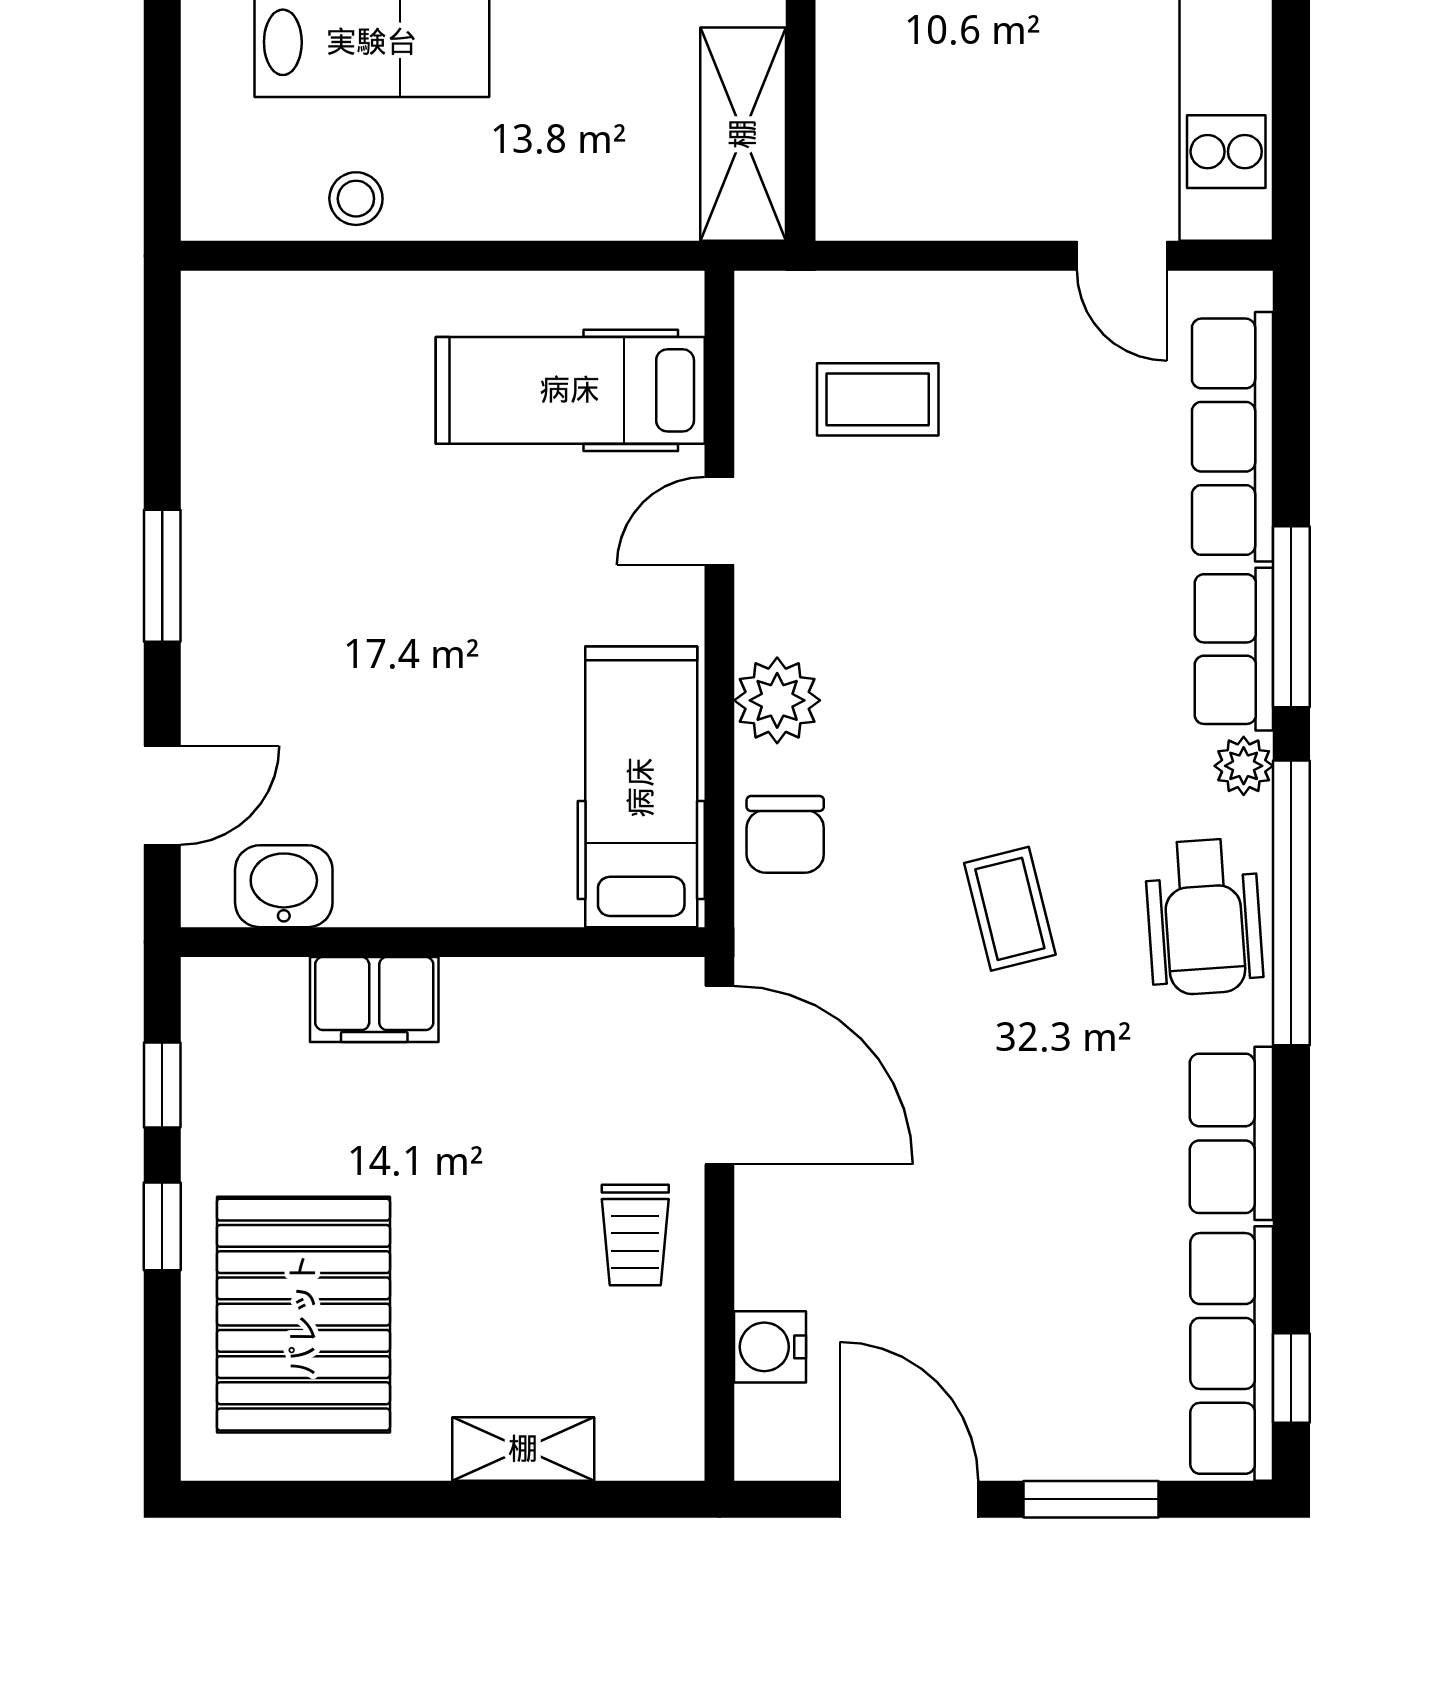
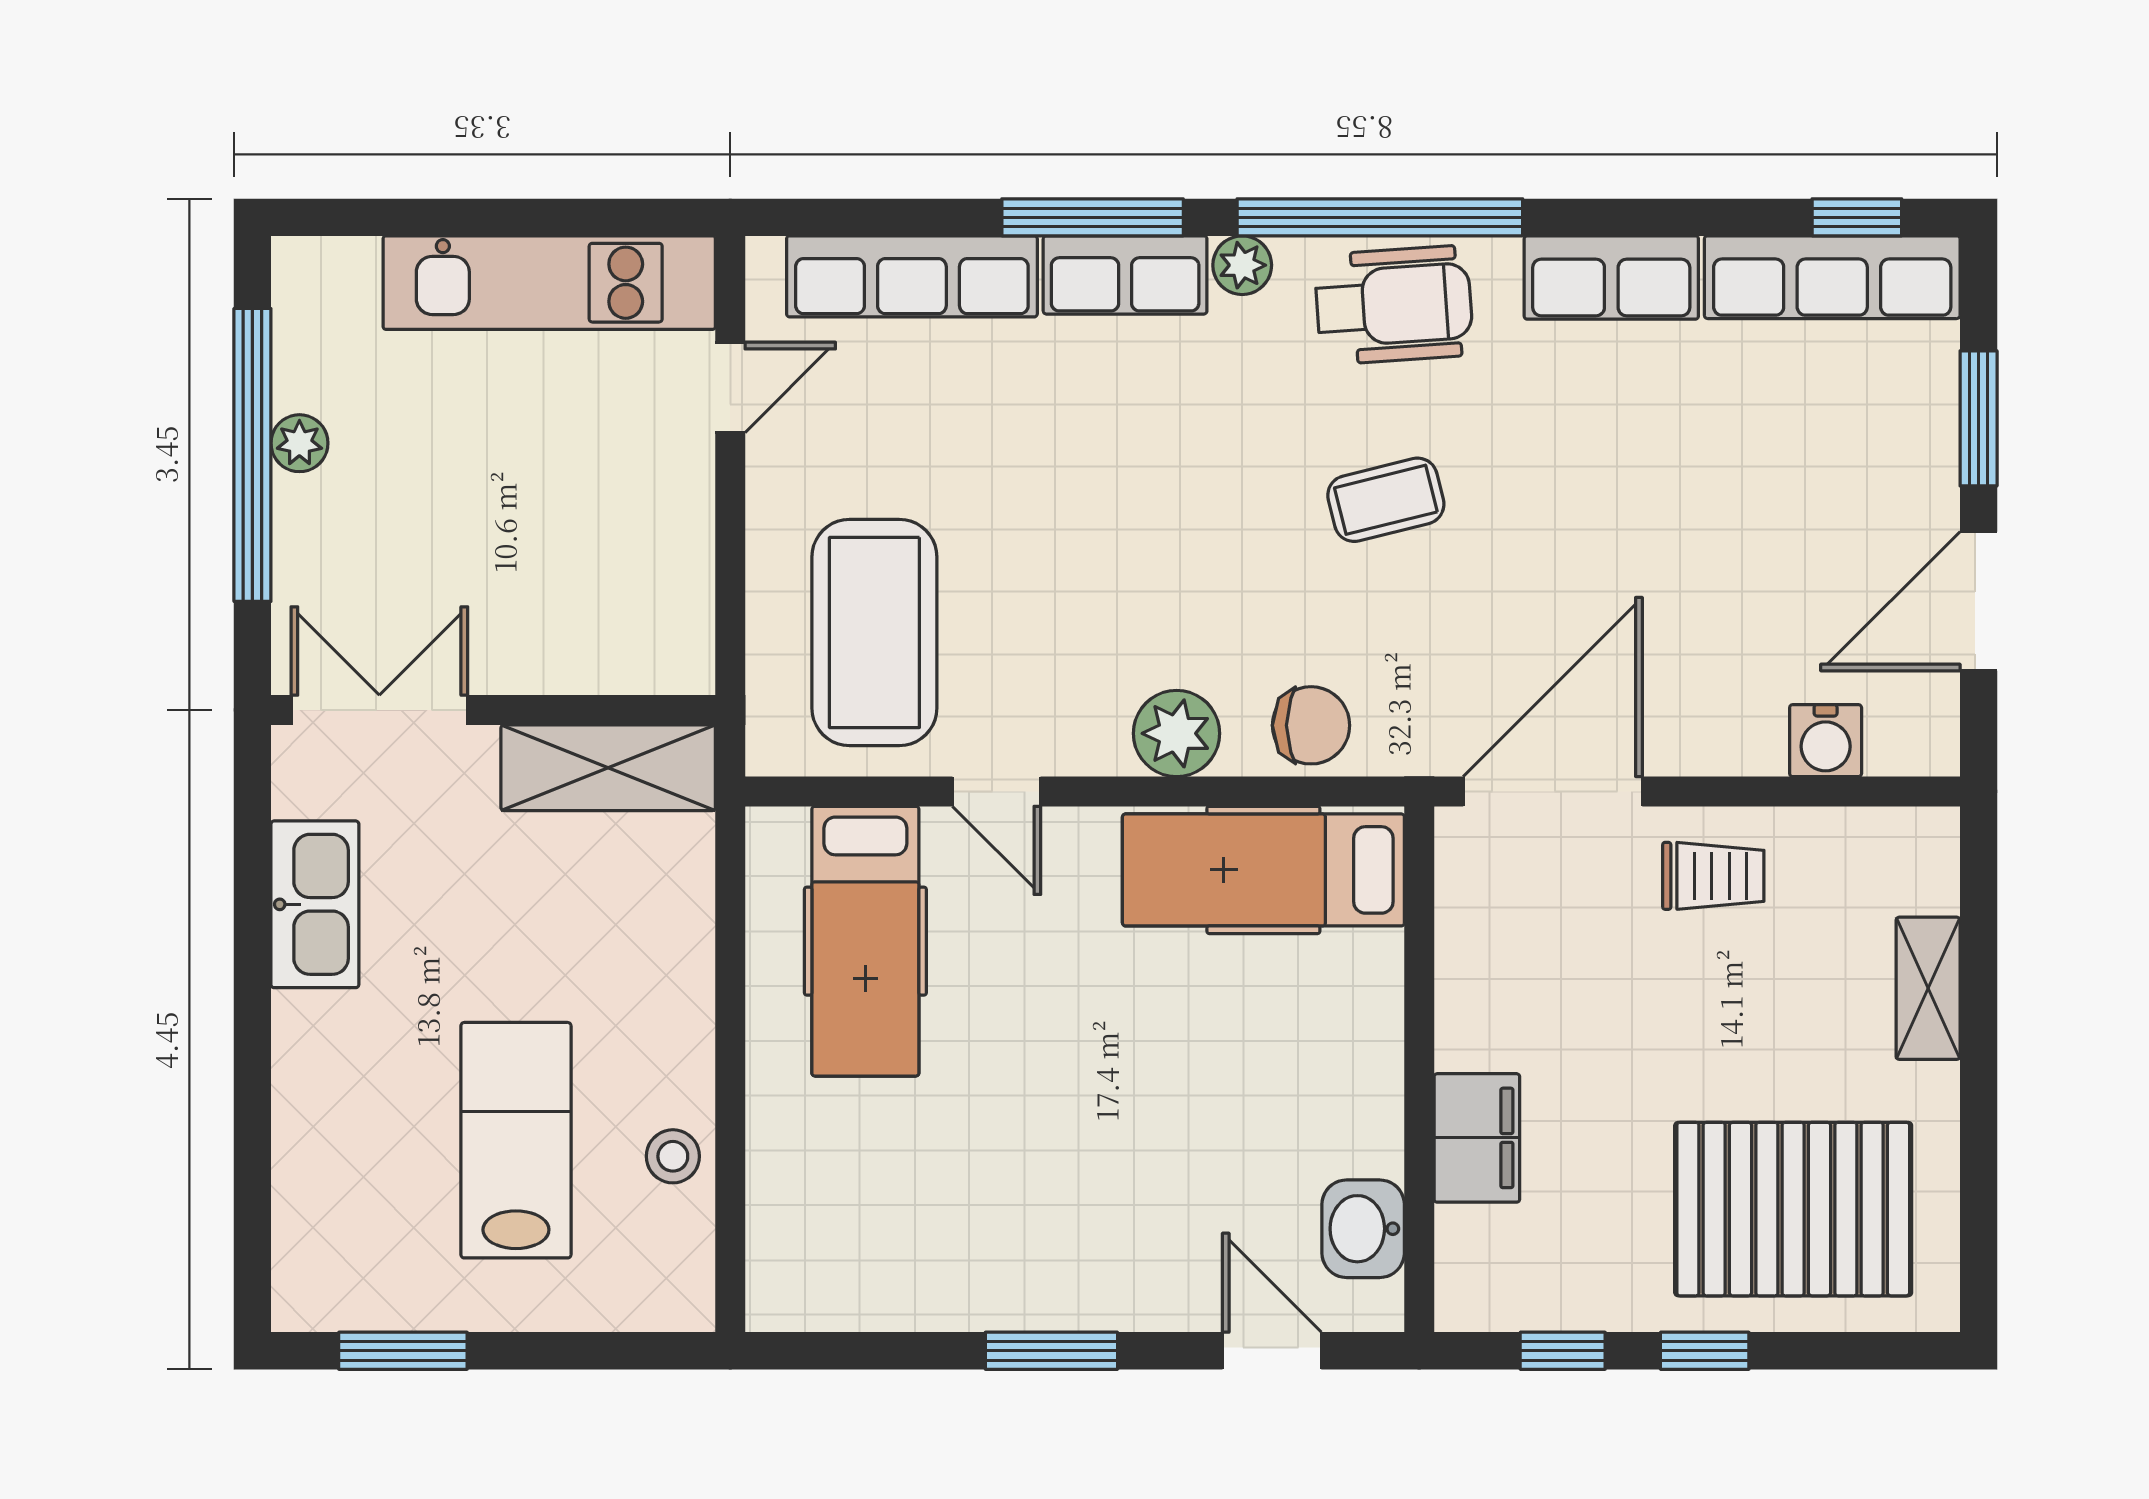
coffee table: (878, 399) -> (874, 633), width x1.86, depth x1.72

